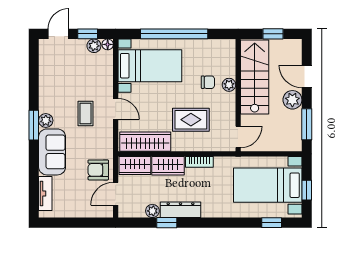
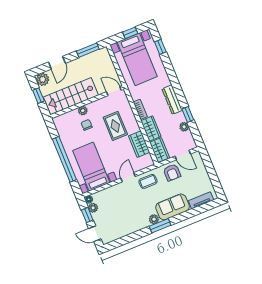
plant: (292, 100) -> (43, 79), moved
coffee table: (86, 113) -> (148, 181), moved
wardrobe: (145, 142) -> (139, 144), width x0.67
dresser: (180, 210) -> (172, 100), moved

